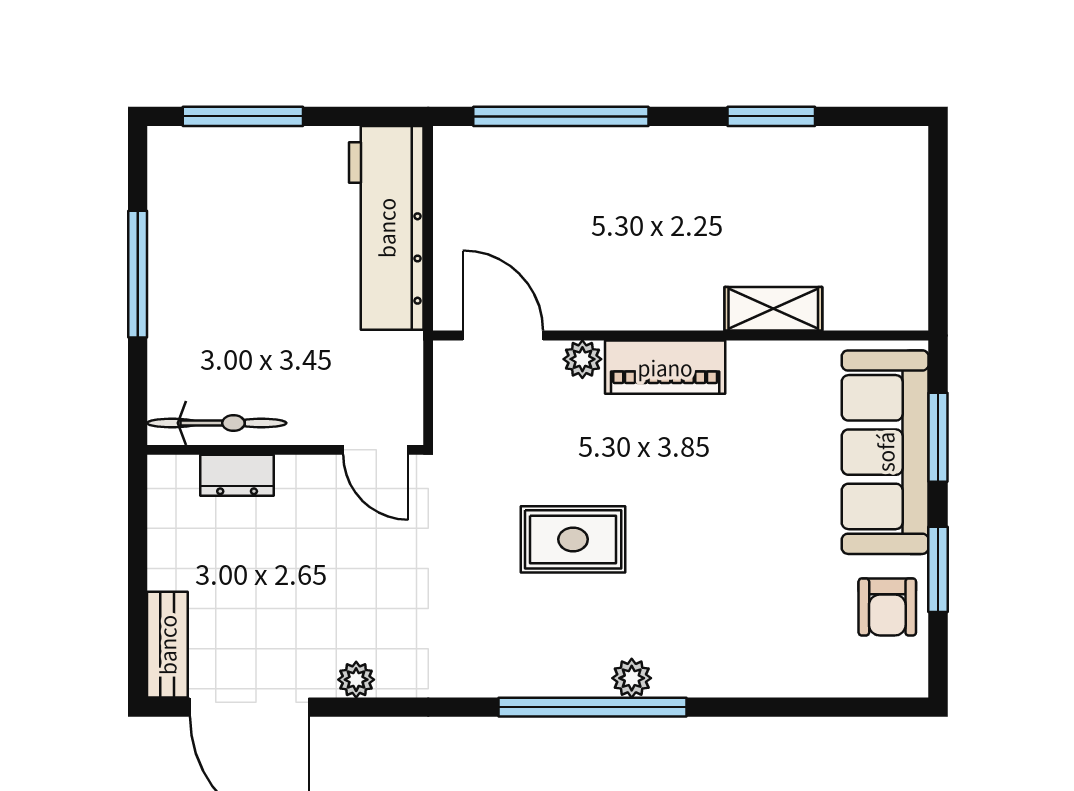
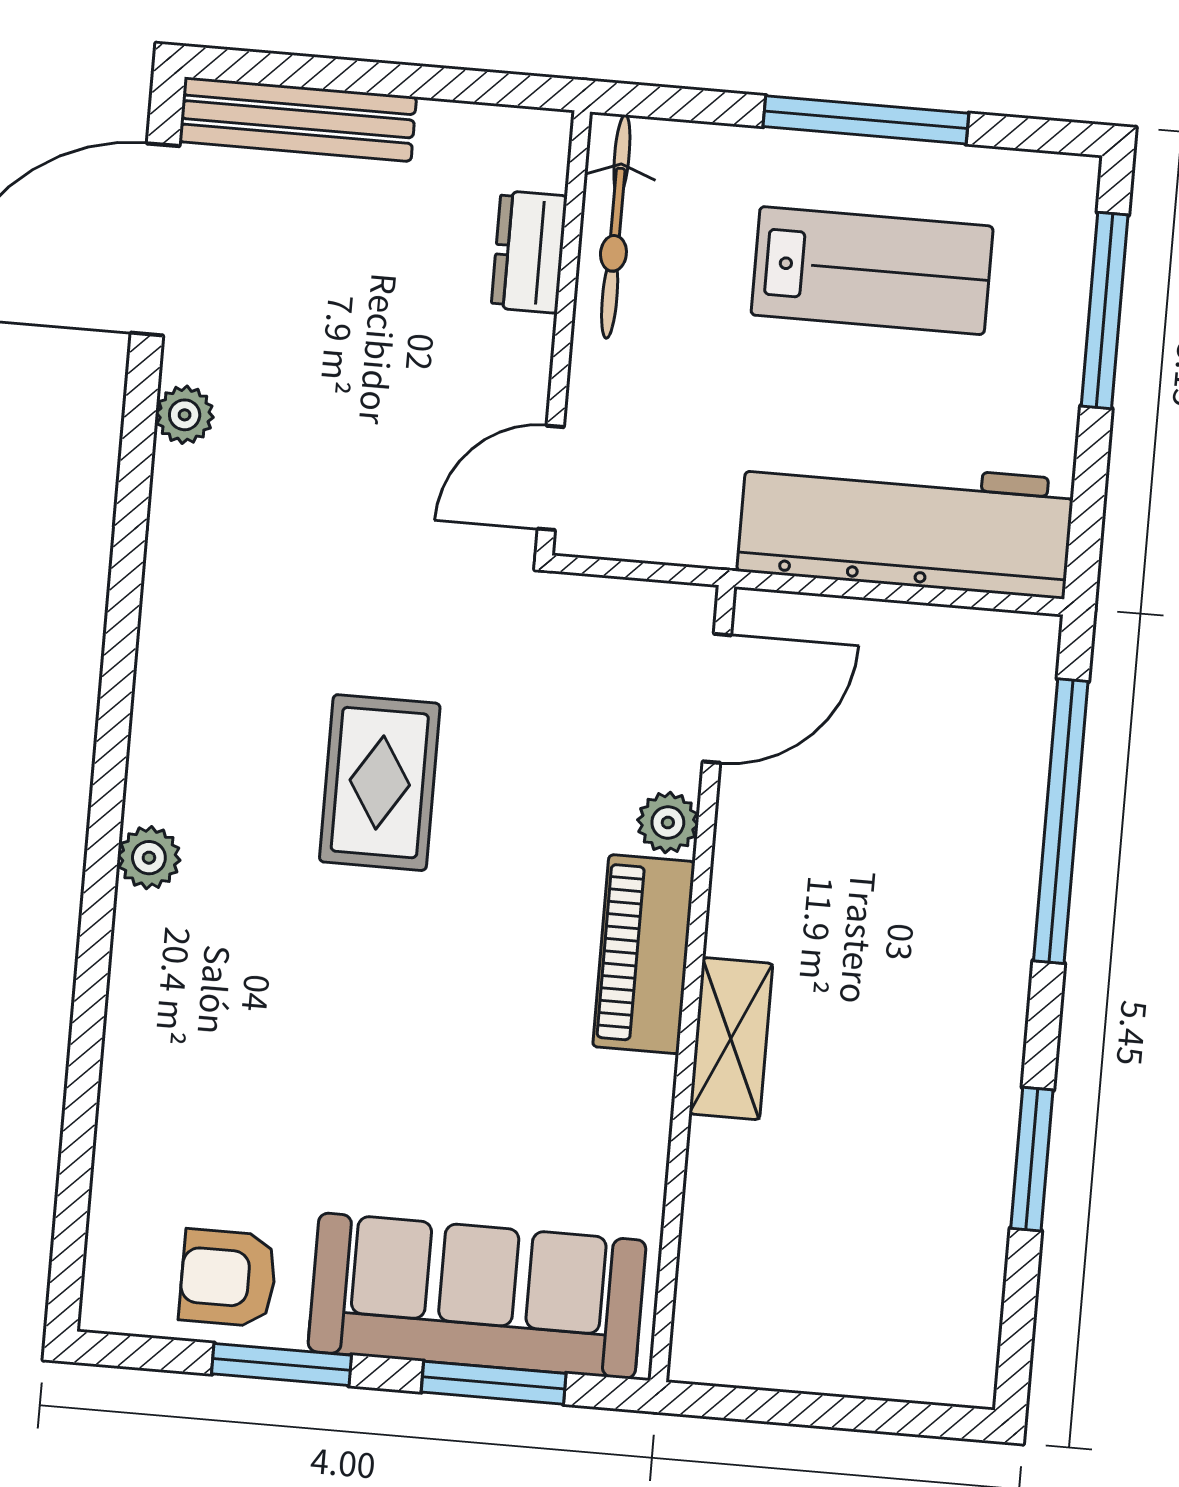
lab bench: (230, 262) -> (872, 271), added
shelving: (773, 309) -> (731, 1039), moved
bench: (167, 645) -> (298, 119), width x1.36
window: (593, 707) -> (108, 791), removed

